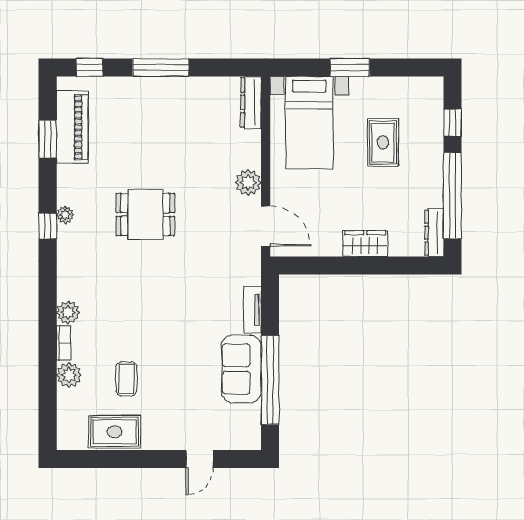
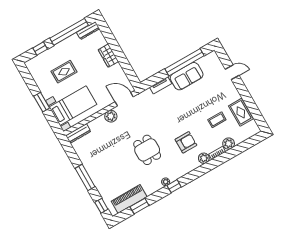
door: (266, 226) -> (124, 99), hinge flipped
armchair: (117, 296) -> (186, 142), added

